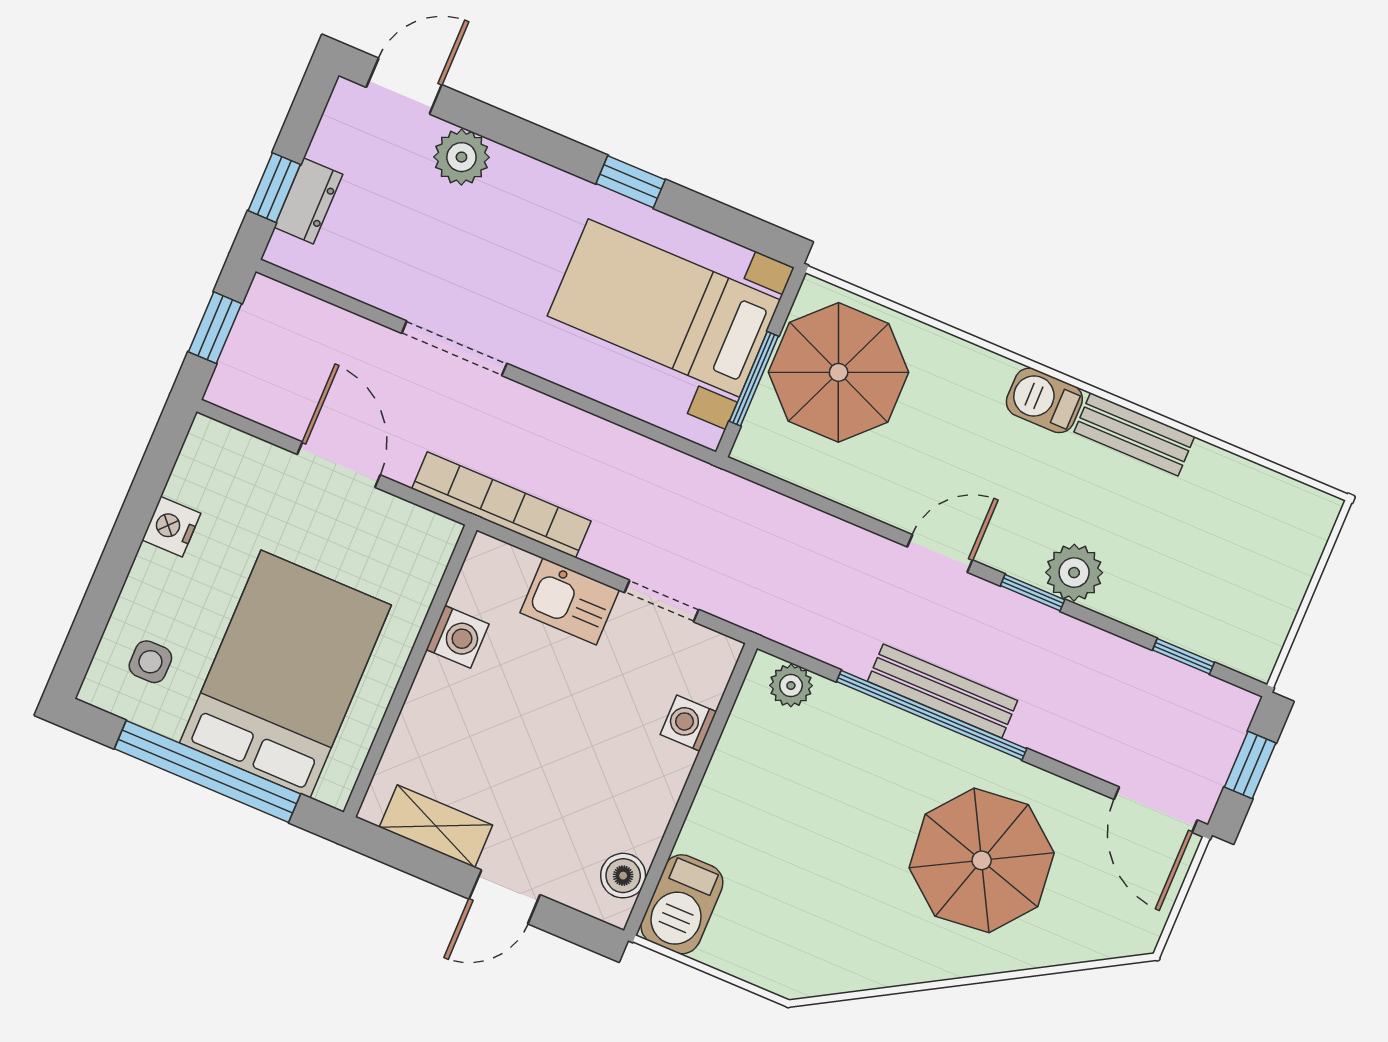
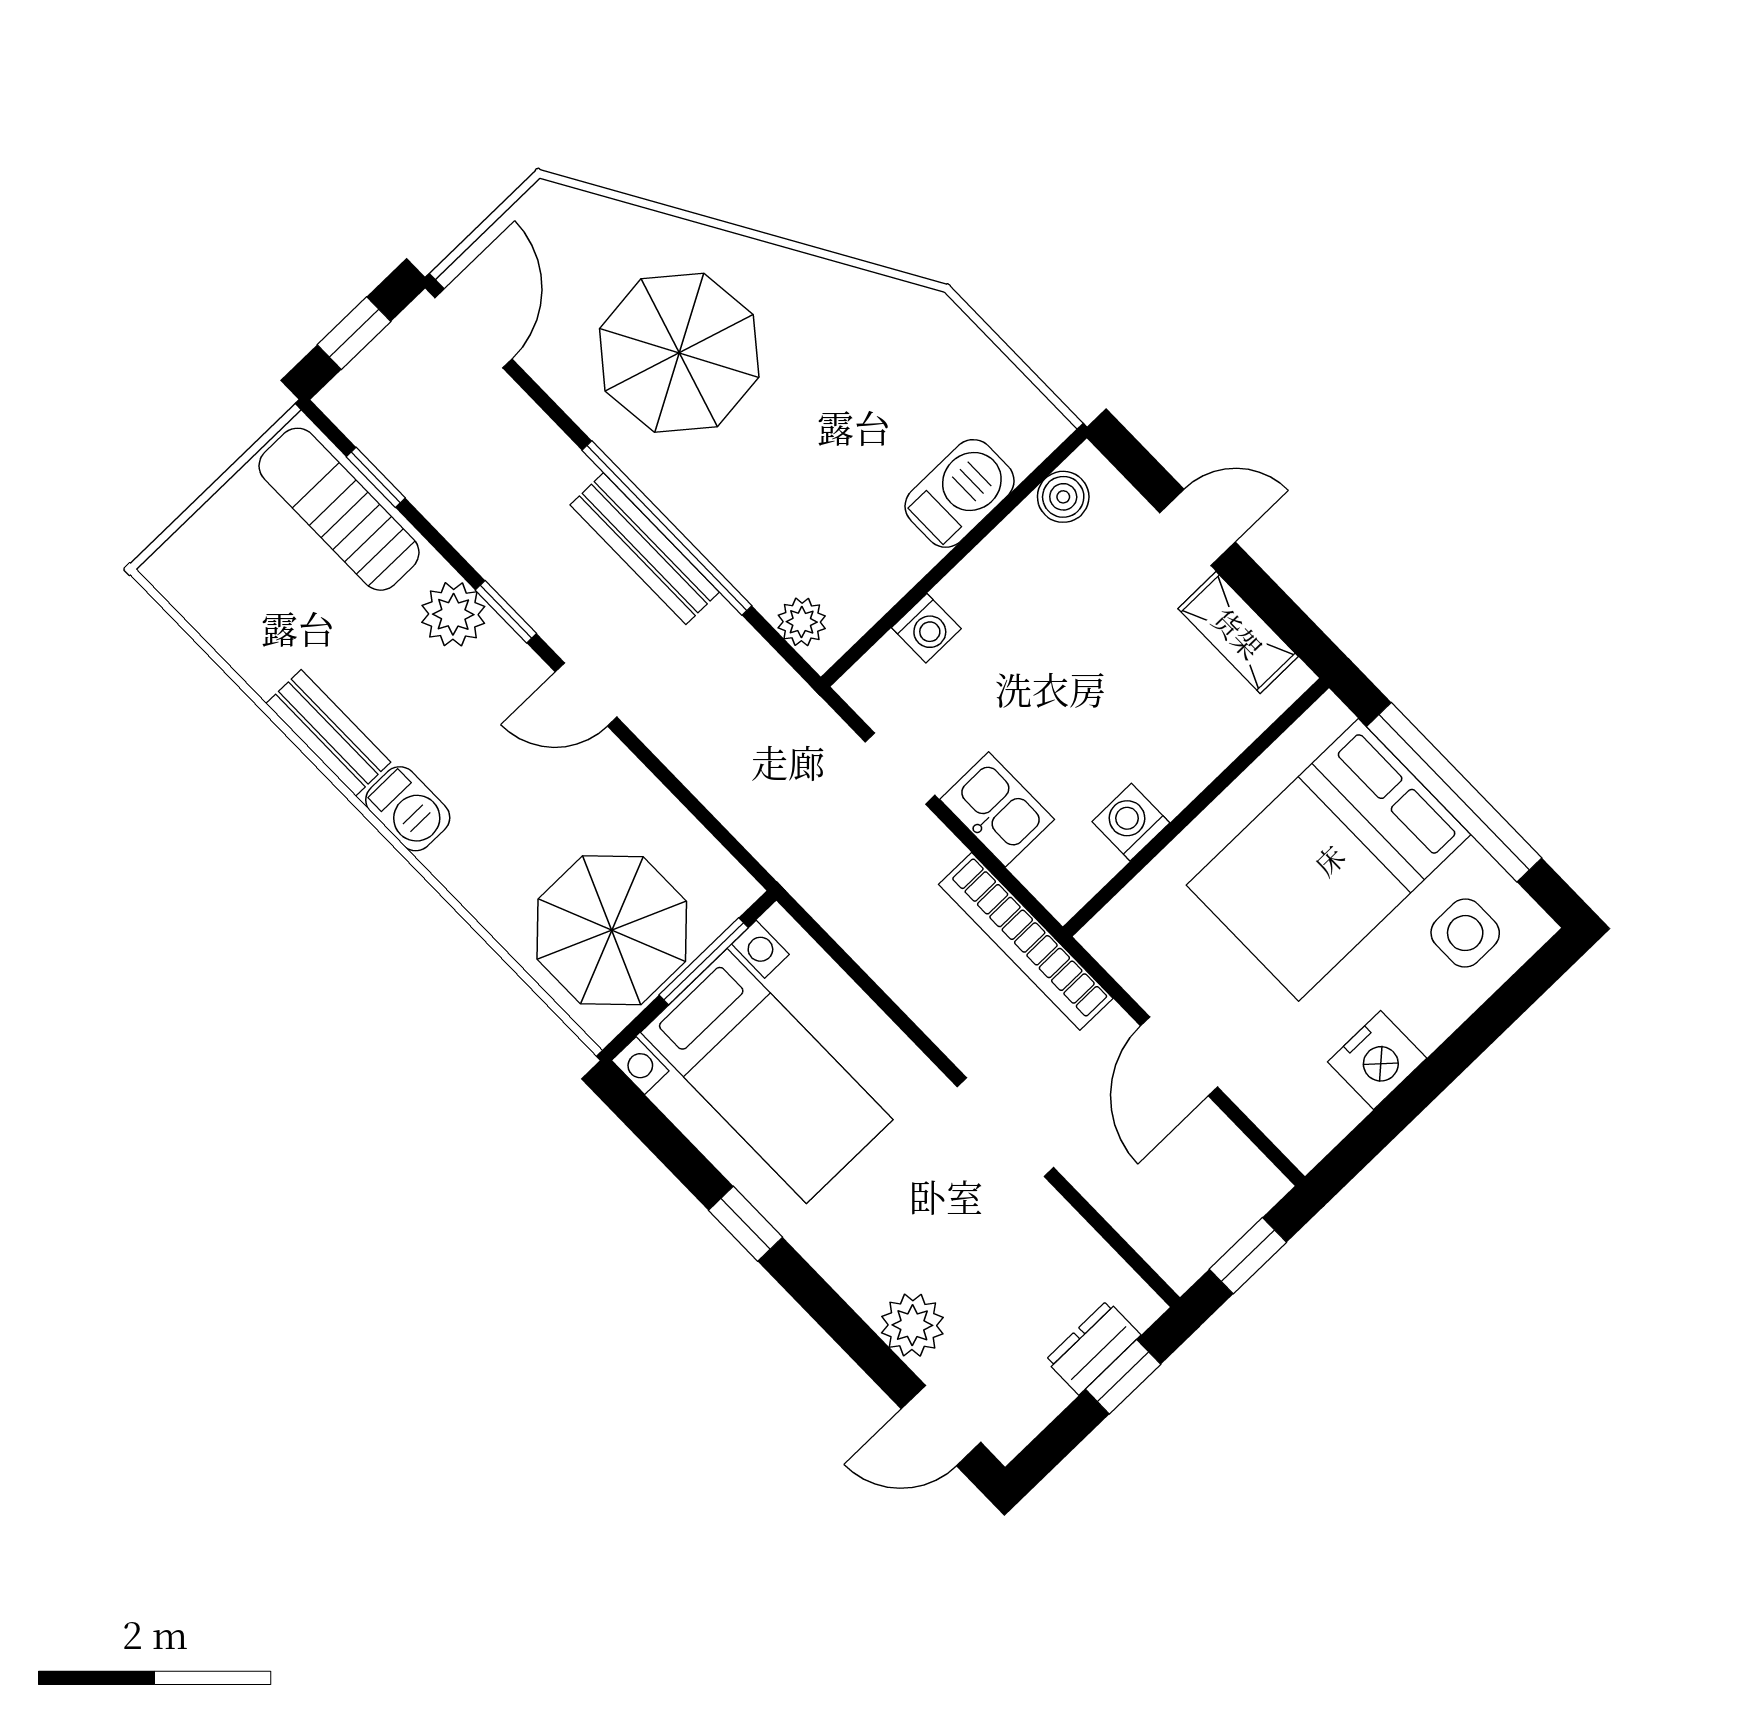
nightstand: (171, 527) -> (1377, 1060), width x1.36, depth x1.33
sun lounger: (1202, 618) -> (339, 509), added
side table: (150, 662) -> (1465, 933), width x1.37, depth x1.37
barbecue: (682, 904) -> (960, 493), moved

